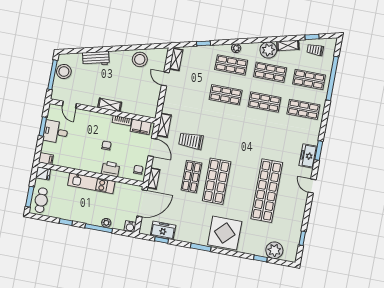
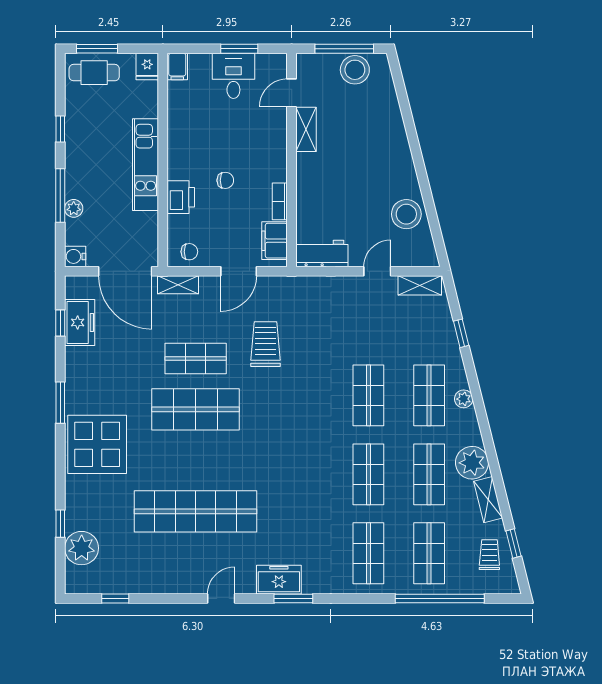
workbench: (96, 59) -> (322, 254), moved, turned 104
shelving: (110, 105) -> (306, 129), moved
shelving: (164, 125) -> (286, 286), removed

